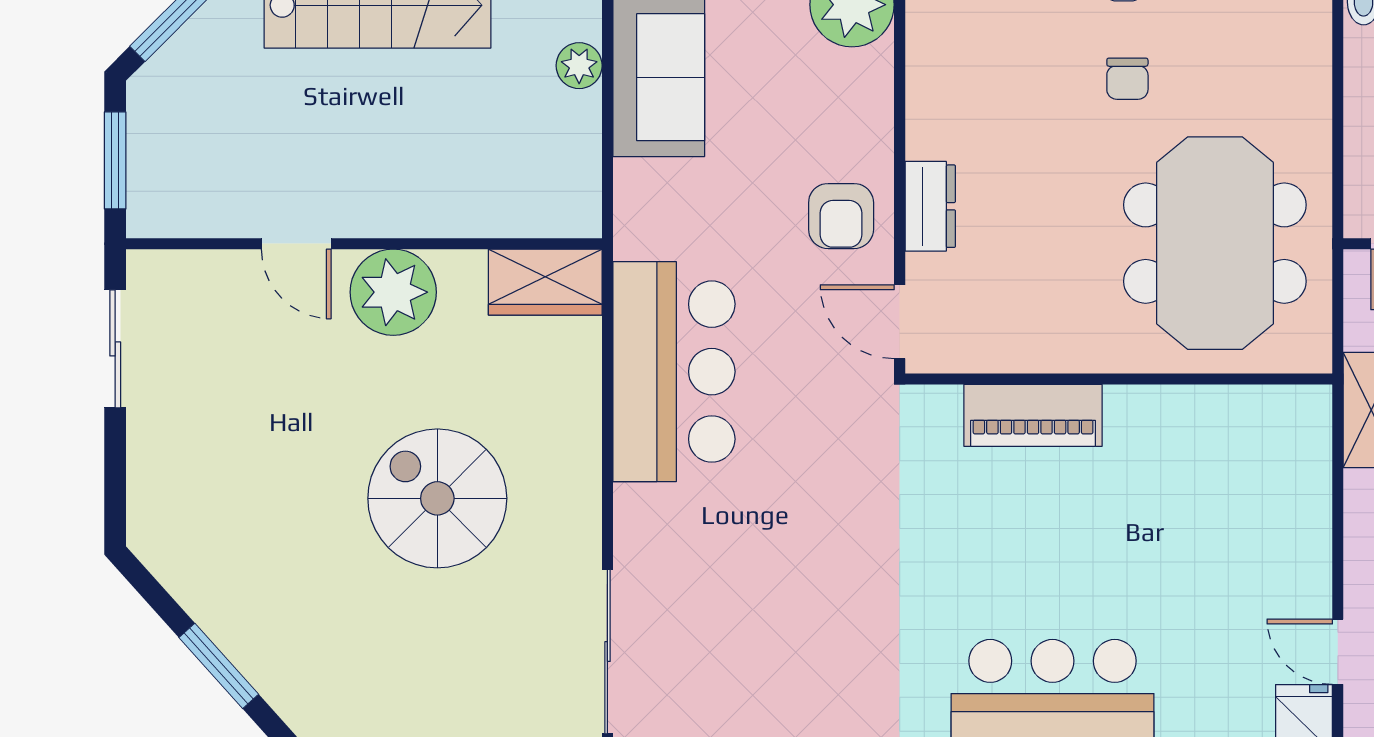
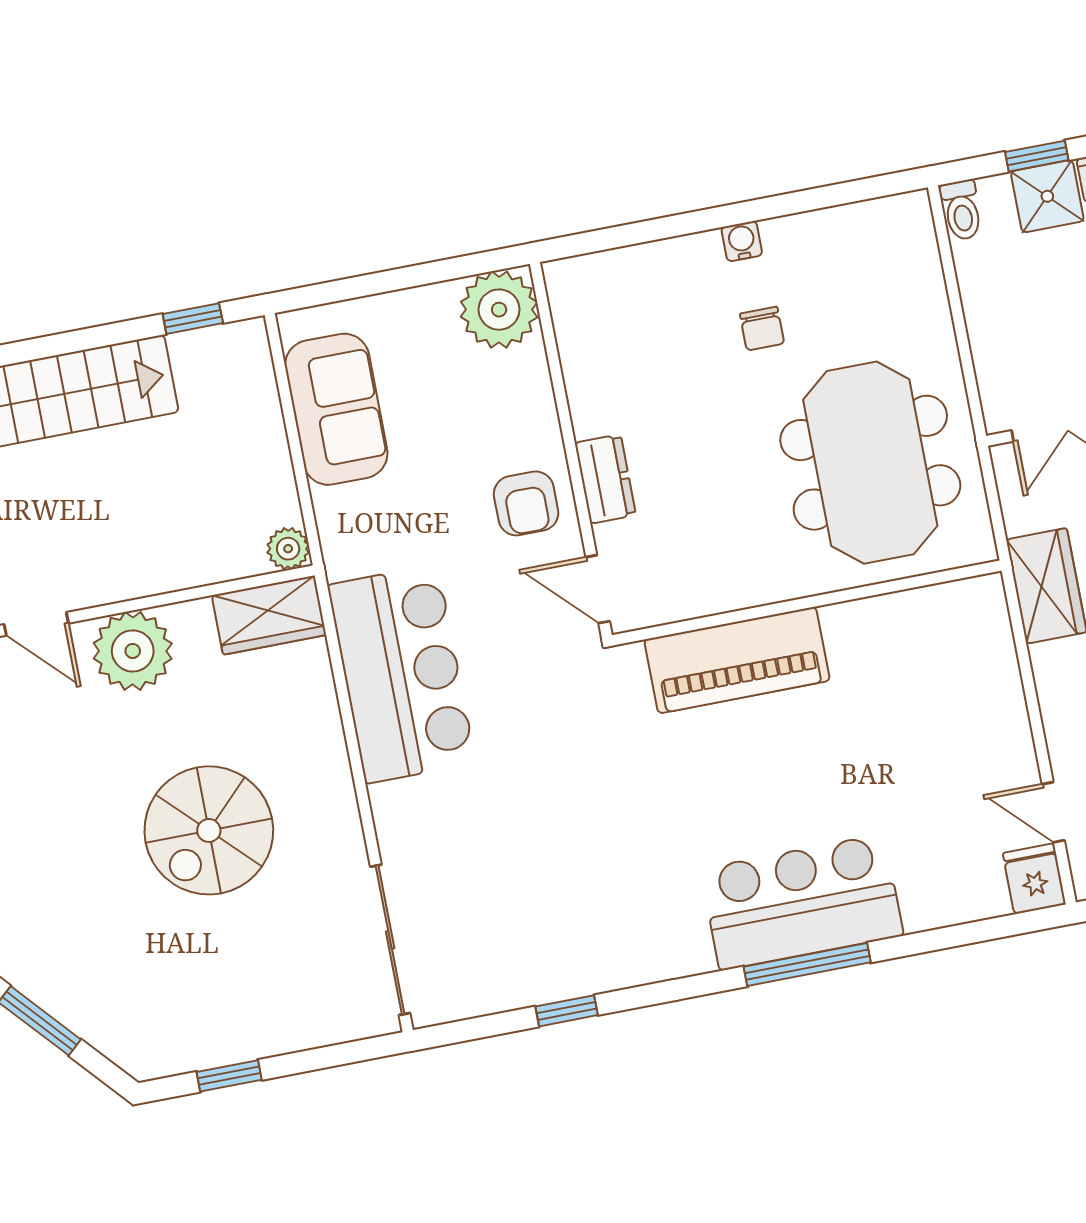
plant: (579, 66) -> (288, 549), moved
piano: (1033, 415) -> (737, 660), width x1.37, depth x1.33
spiral stairs: (437, 498) -> (209, 830), turned -90

